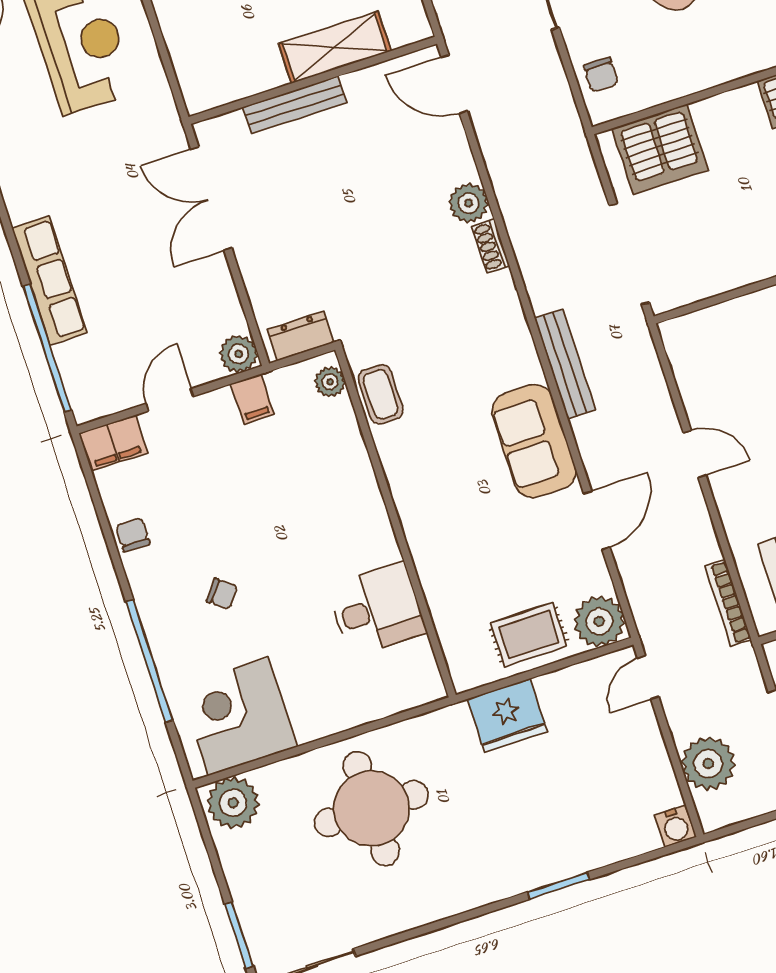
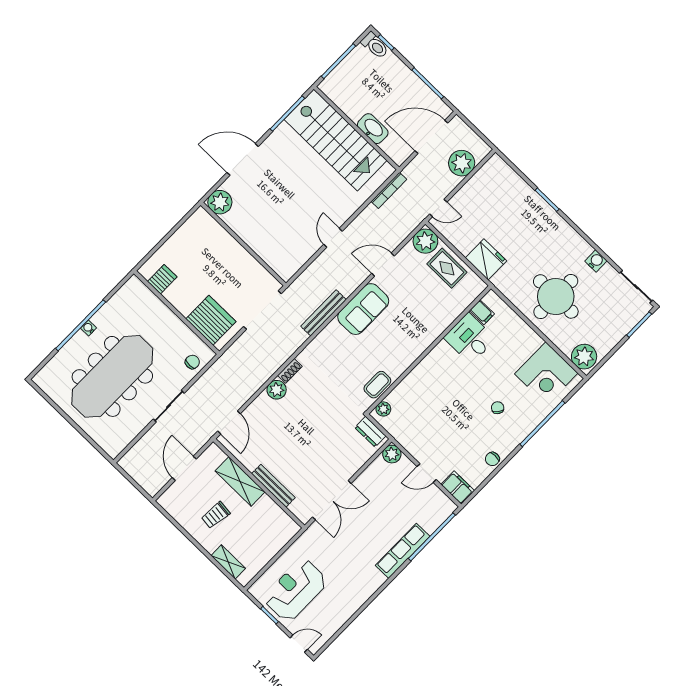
filing cabinet: (253, 399) -> (482, 312), moved, turned 90
water cooler: (675, 826) -> (596, 261), moved

